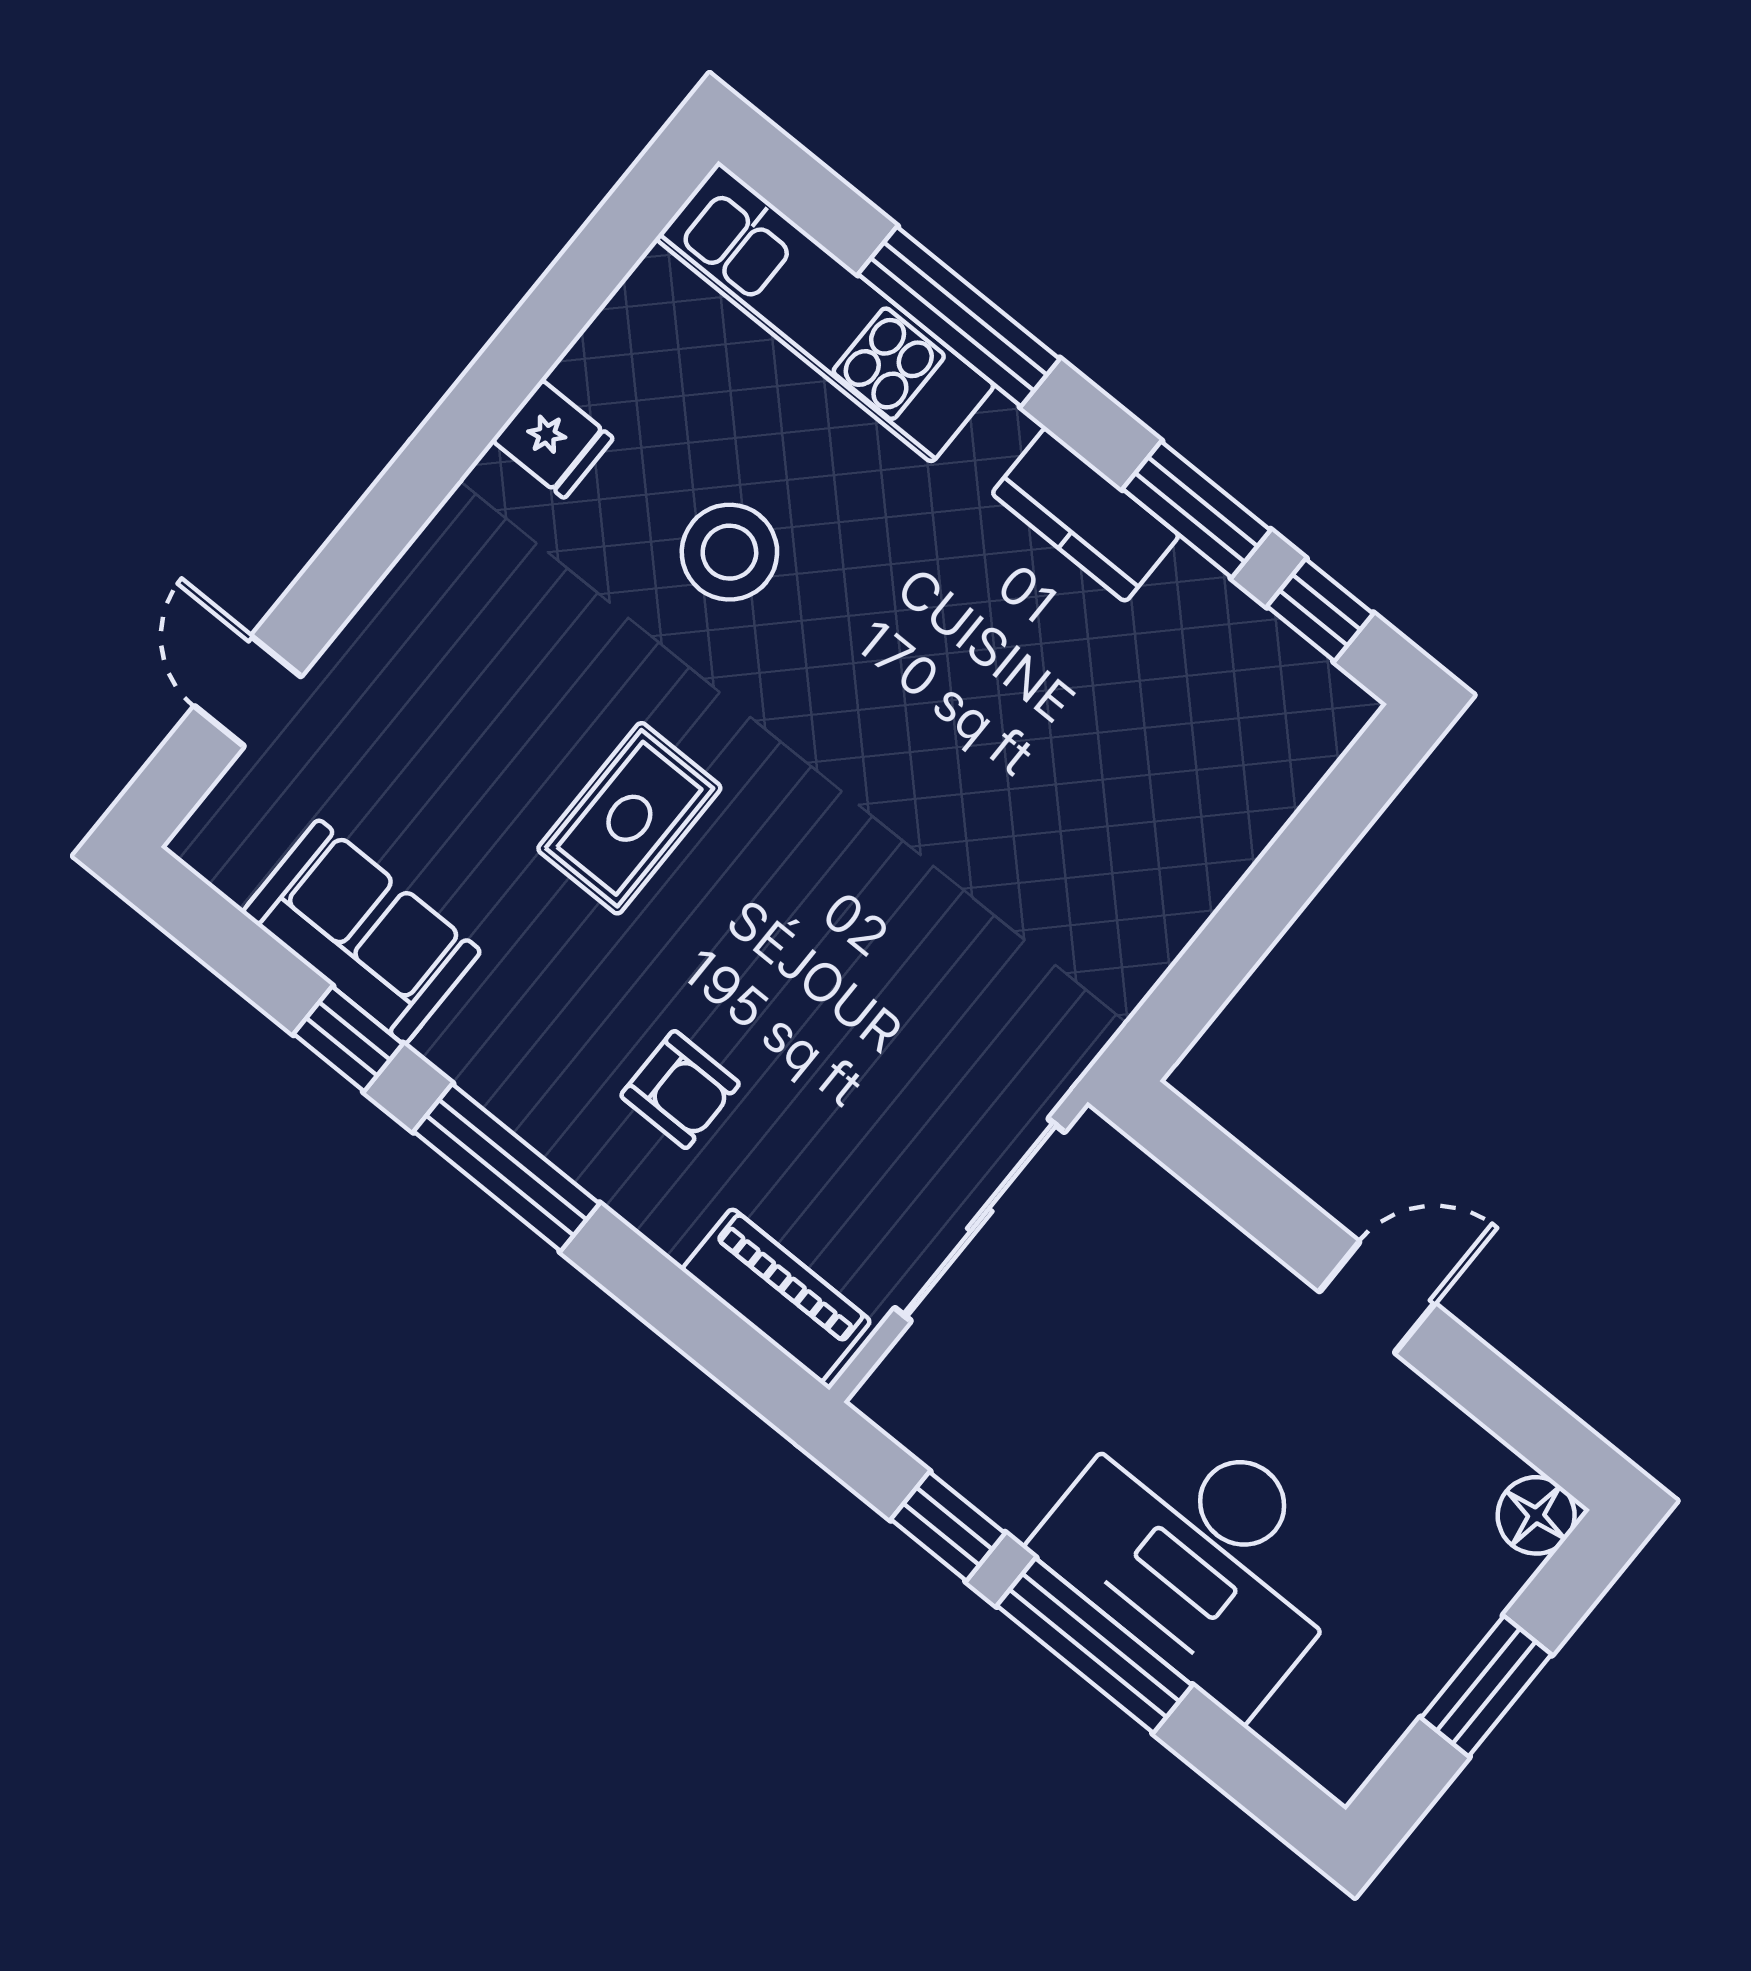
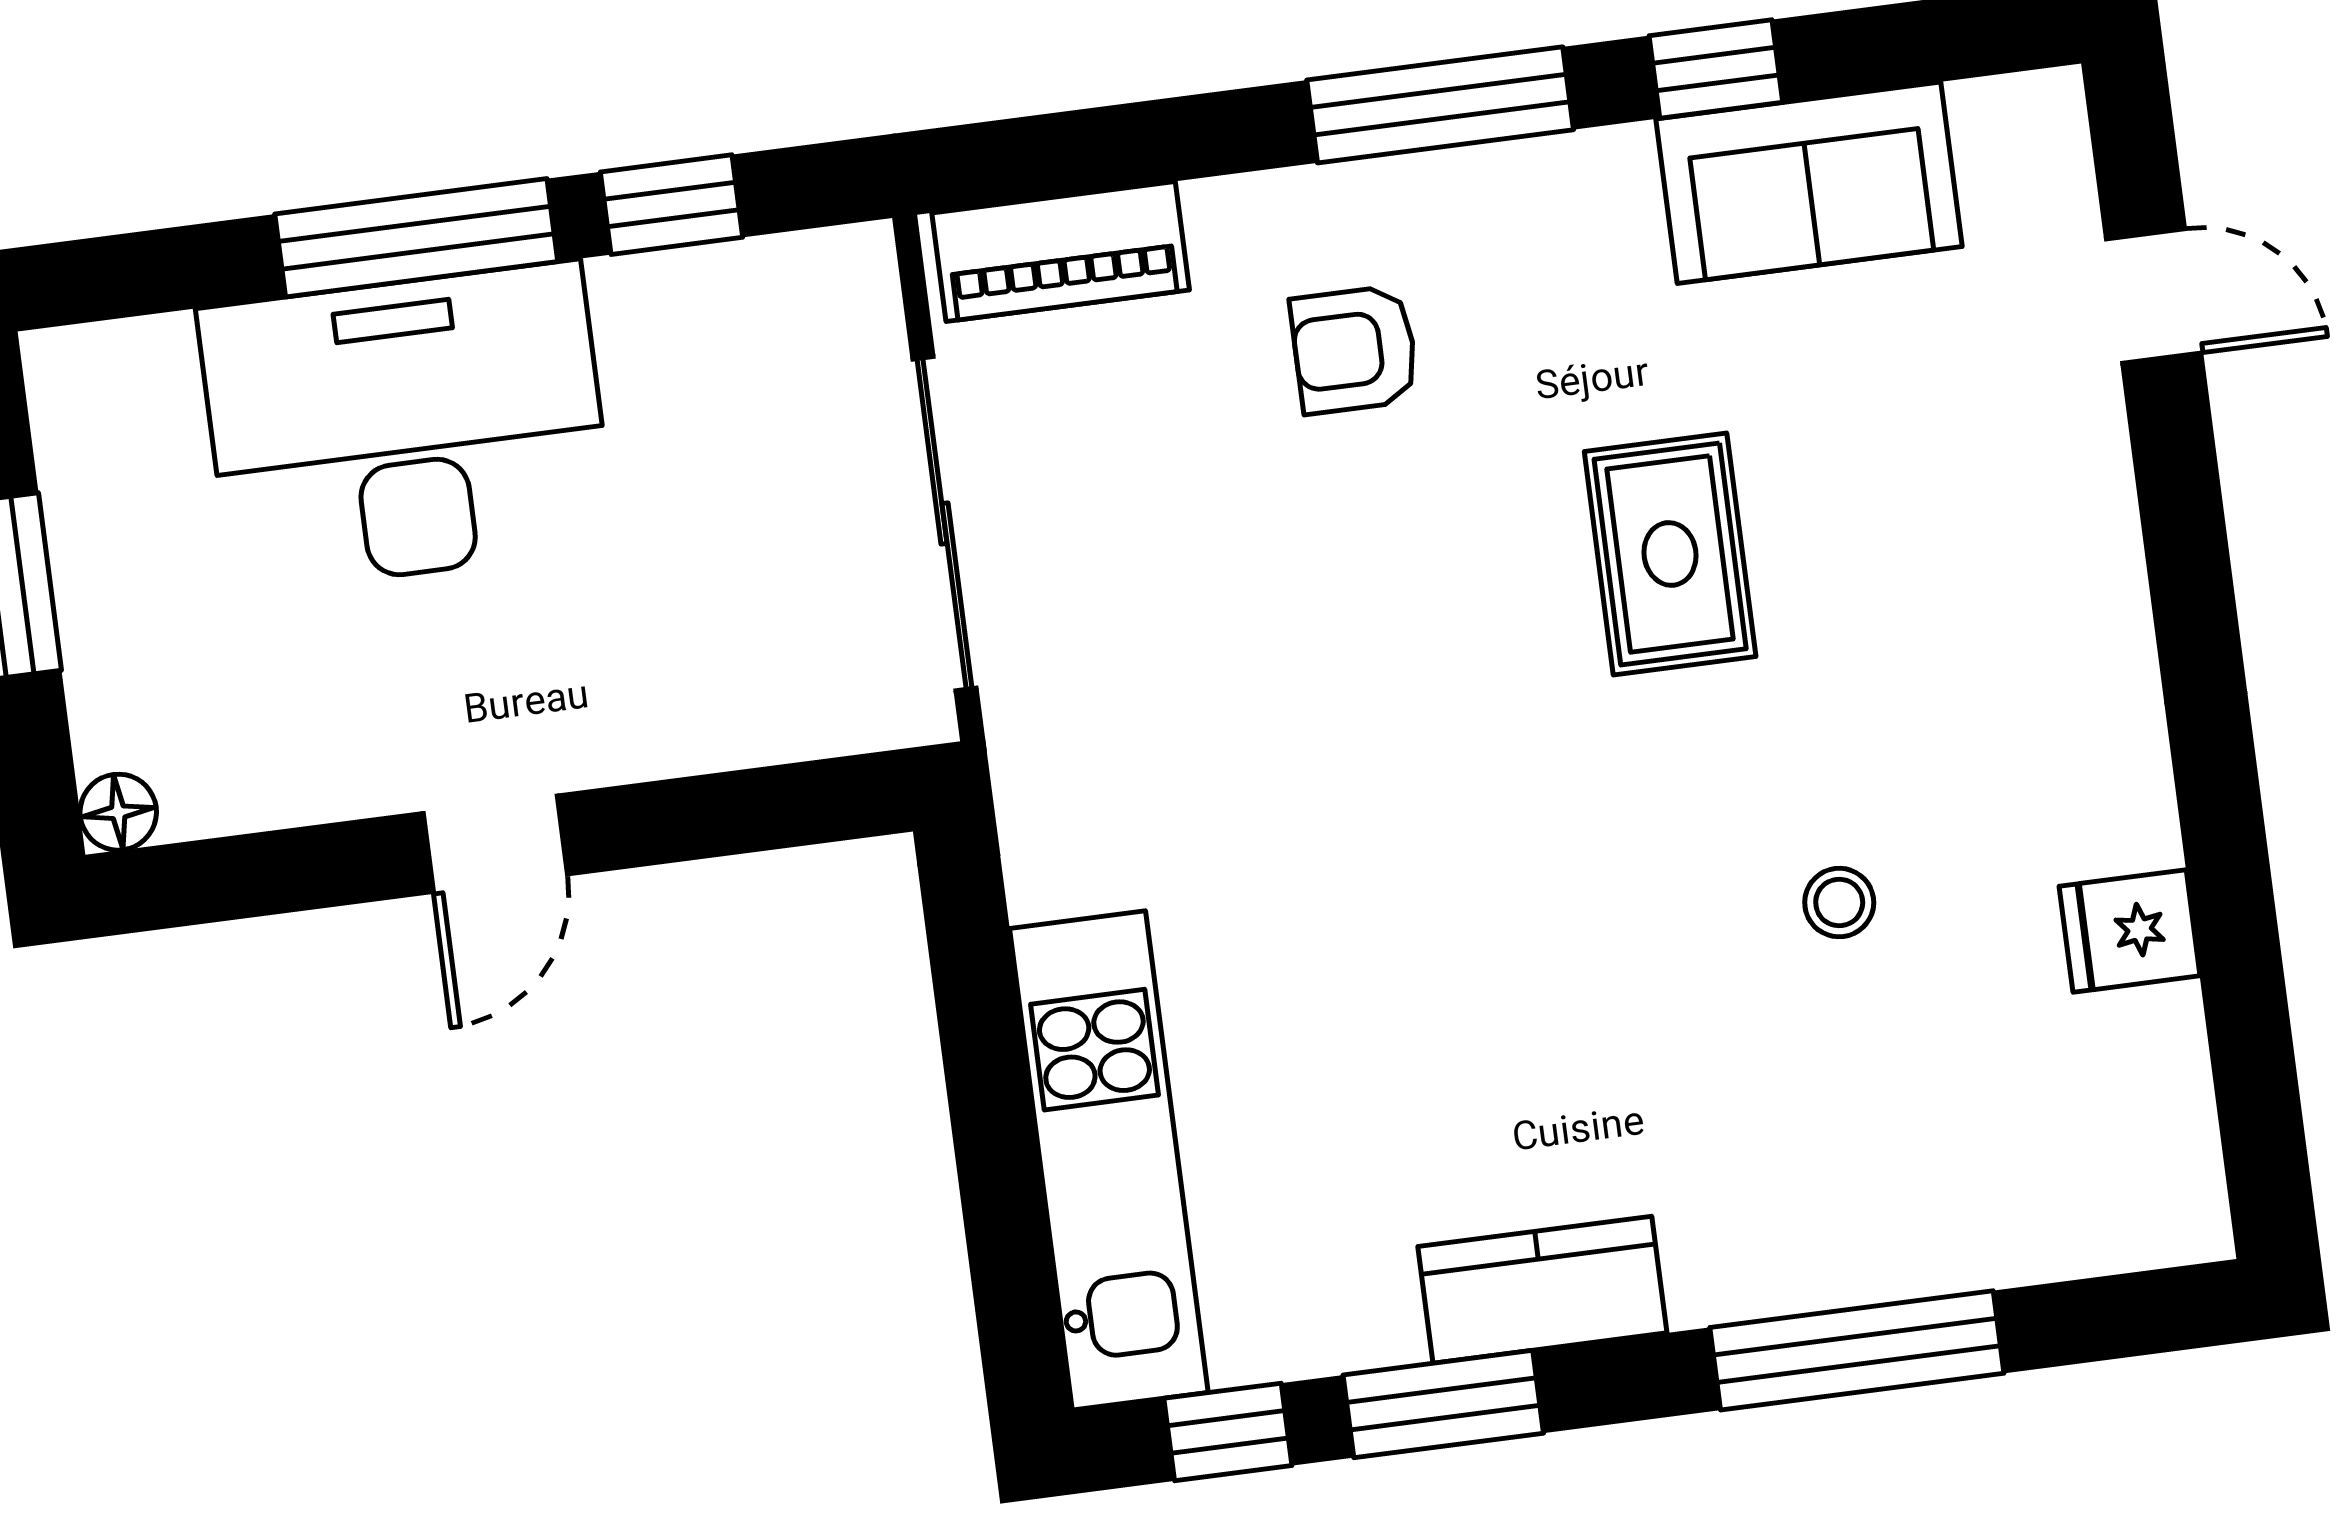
kitchen unit: (825, 312) -> (1109, 1160), moved, turned 90
fridge: (553, 439) -> (2130, 931), moved
stool: (729, 552) -> (1839, 903), width x0.53, depth x0.53
floor lamp: (1536, 1515) -> (118, 812), width x0.73, depth x0.73

